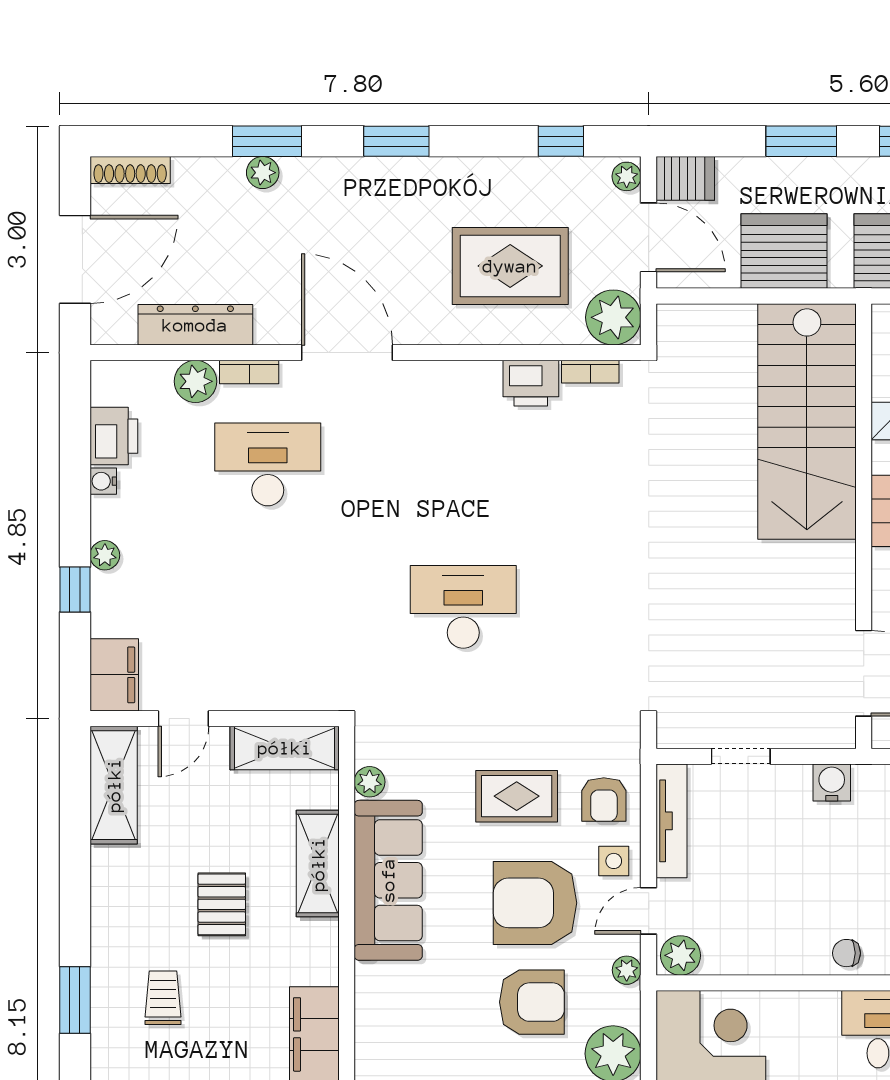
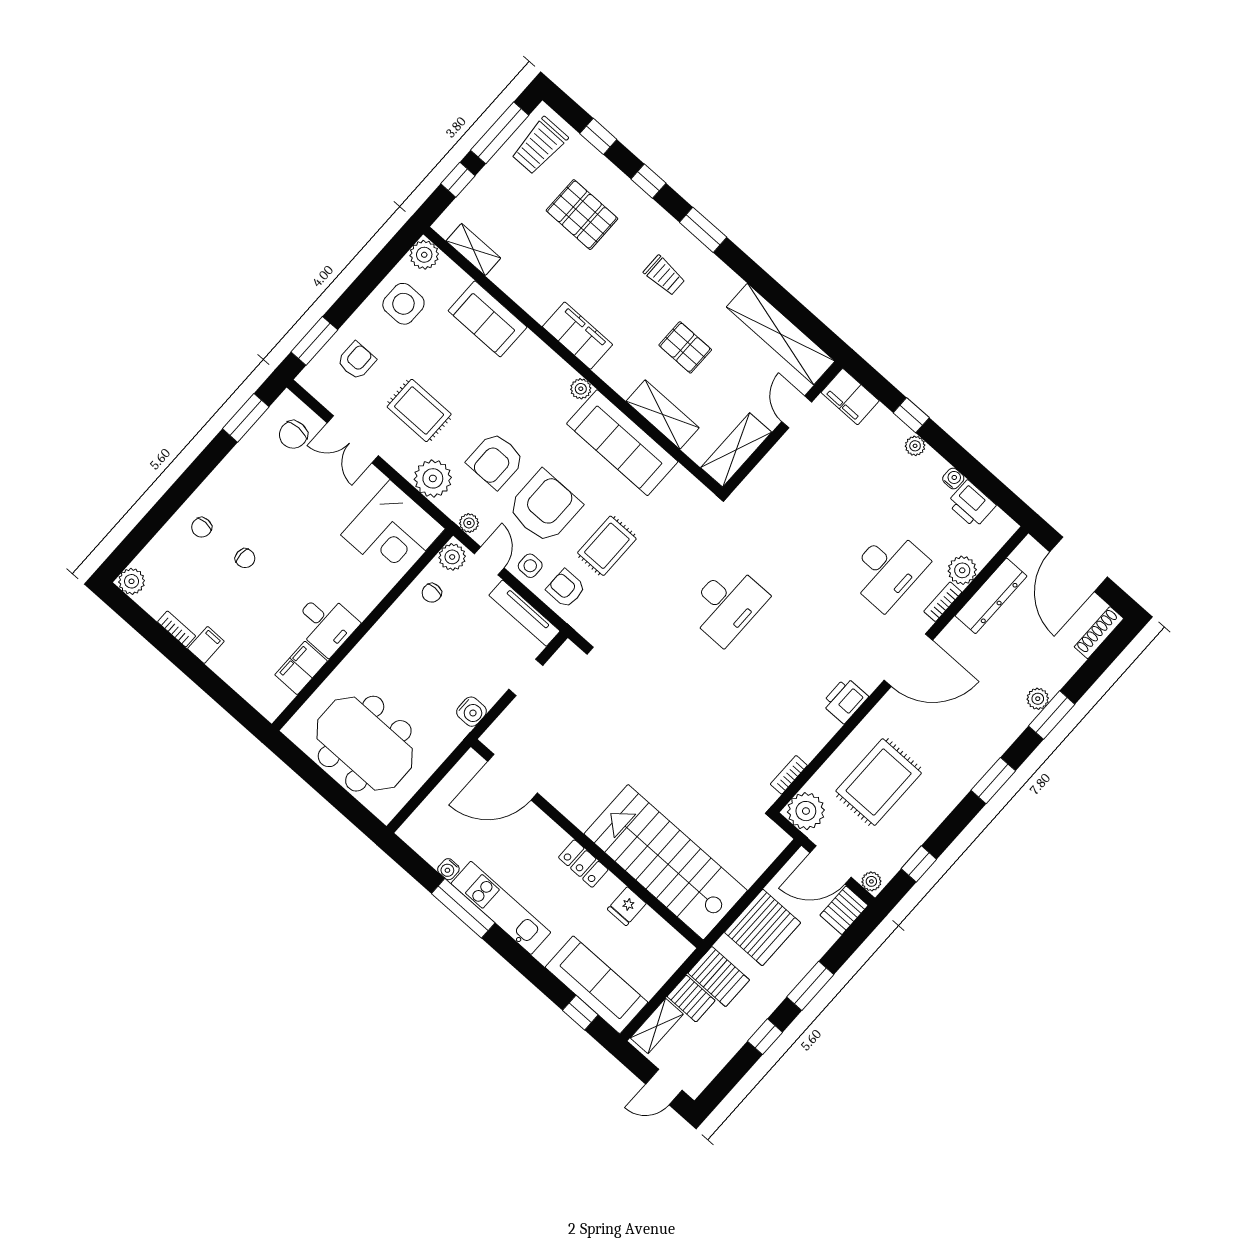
printer: (531, 383) -> (845, 700), moved
plant: (370, 782) -> (581, 389), moved
shelving: (114, 785) -> (781, 334), width x1.47
chair: (846, 953) -> (432, 593), moved, turned 180

